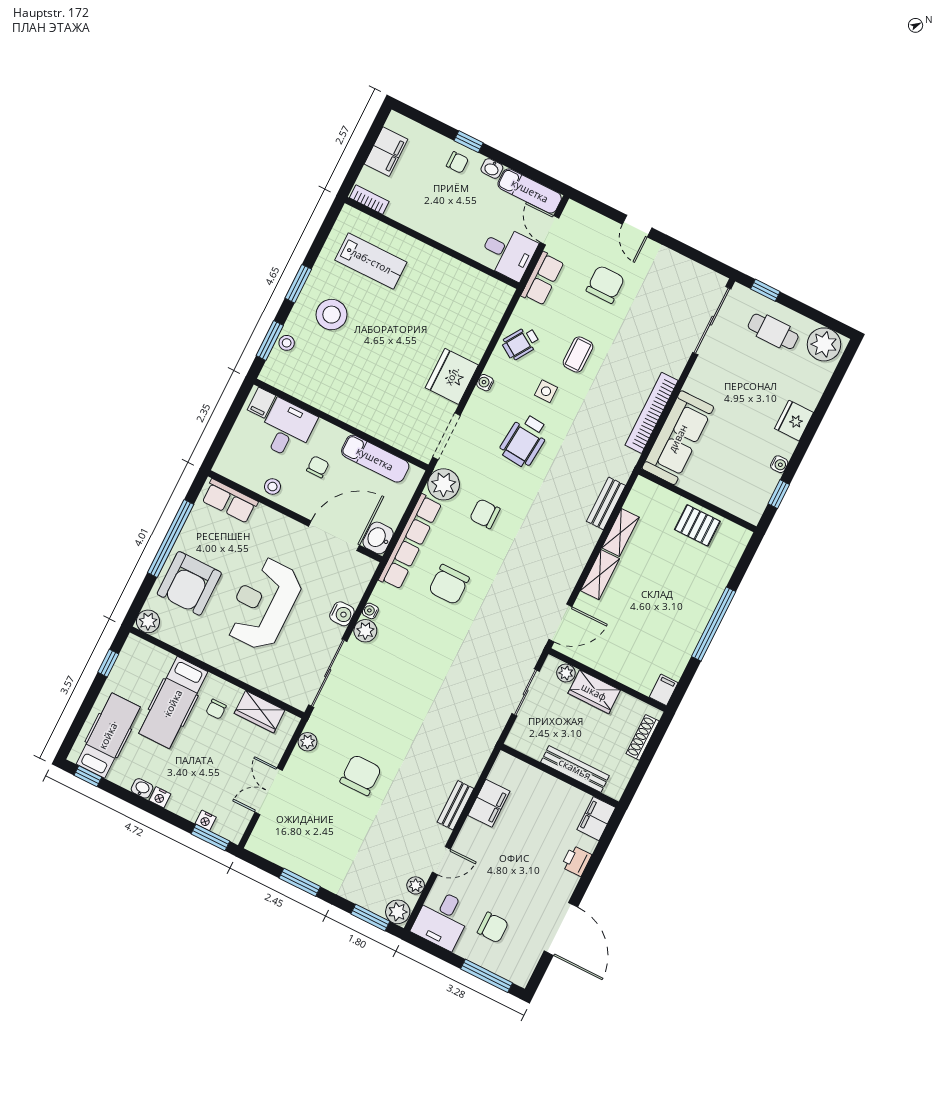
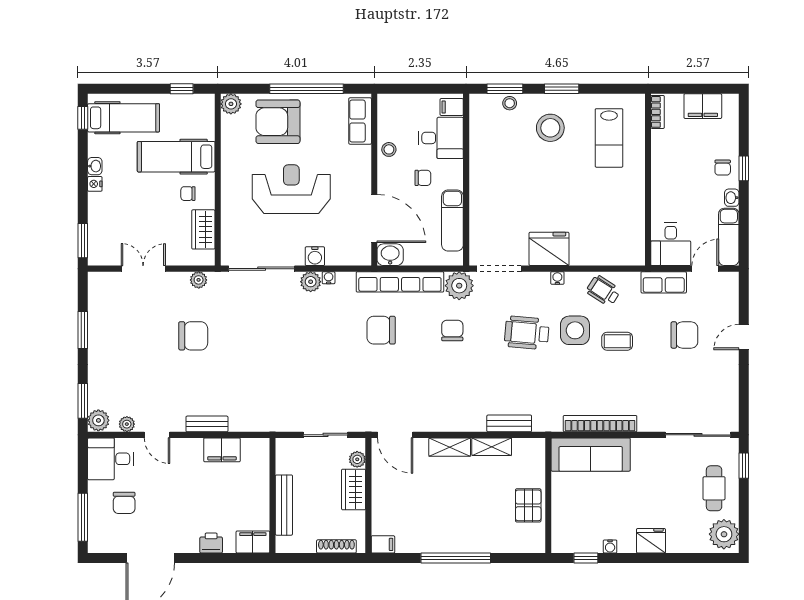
side table: (546, 391) -> (575, 330), width x1.87, depth x1.87
nightstand: (206, 820) -> (95, 230), removed

